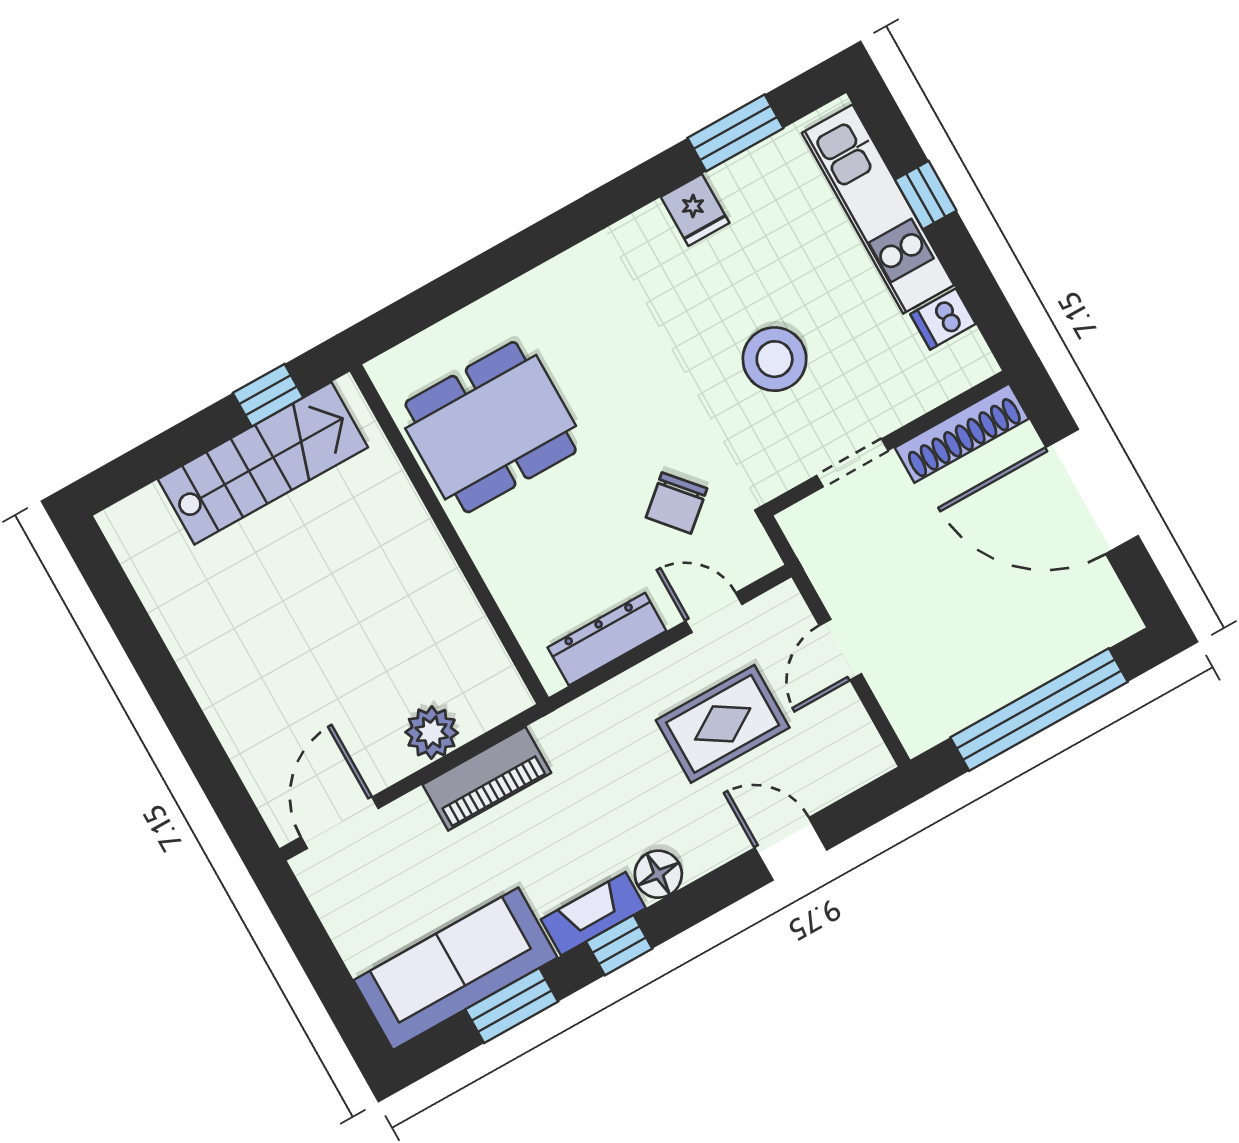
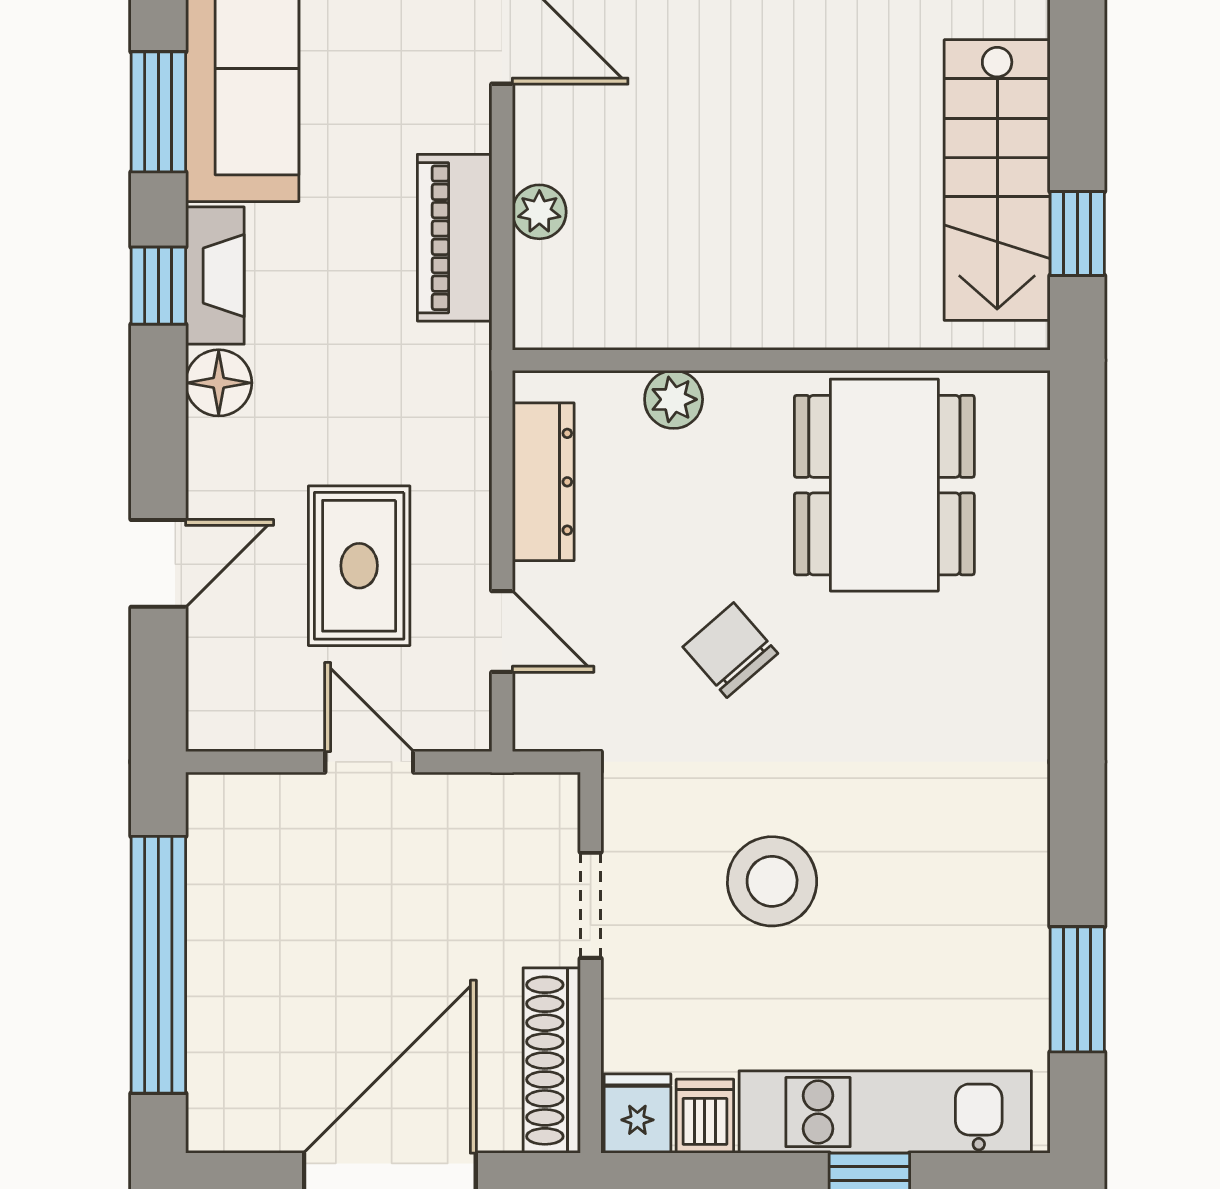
fridge: (695, 210) -> (637, 1113), moved, turned 90
chair: (676, 503) -> (730, 650), moved
plant: (511, 587) -> (674, 399), added
door: (714, 613) -> (502, 631), hinge flipped
plant: (432, 733) -> (539, 212), width x0.73, depth x0.73

